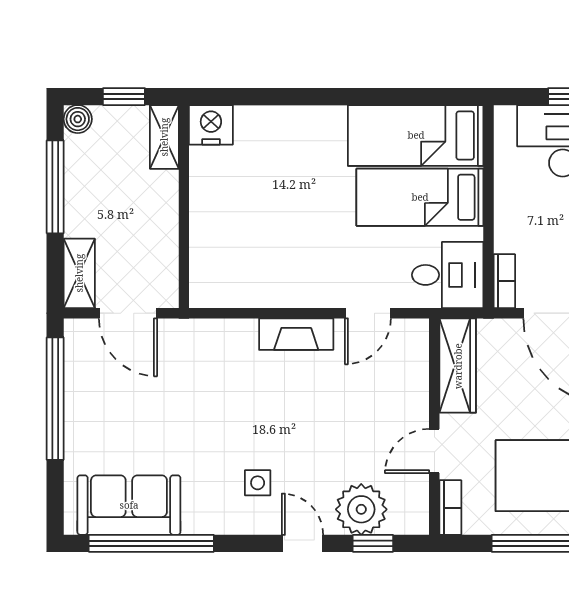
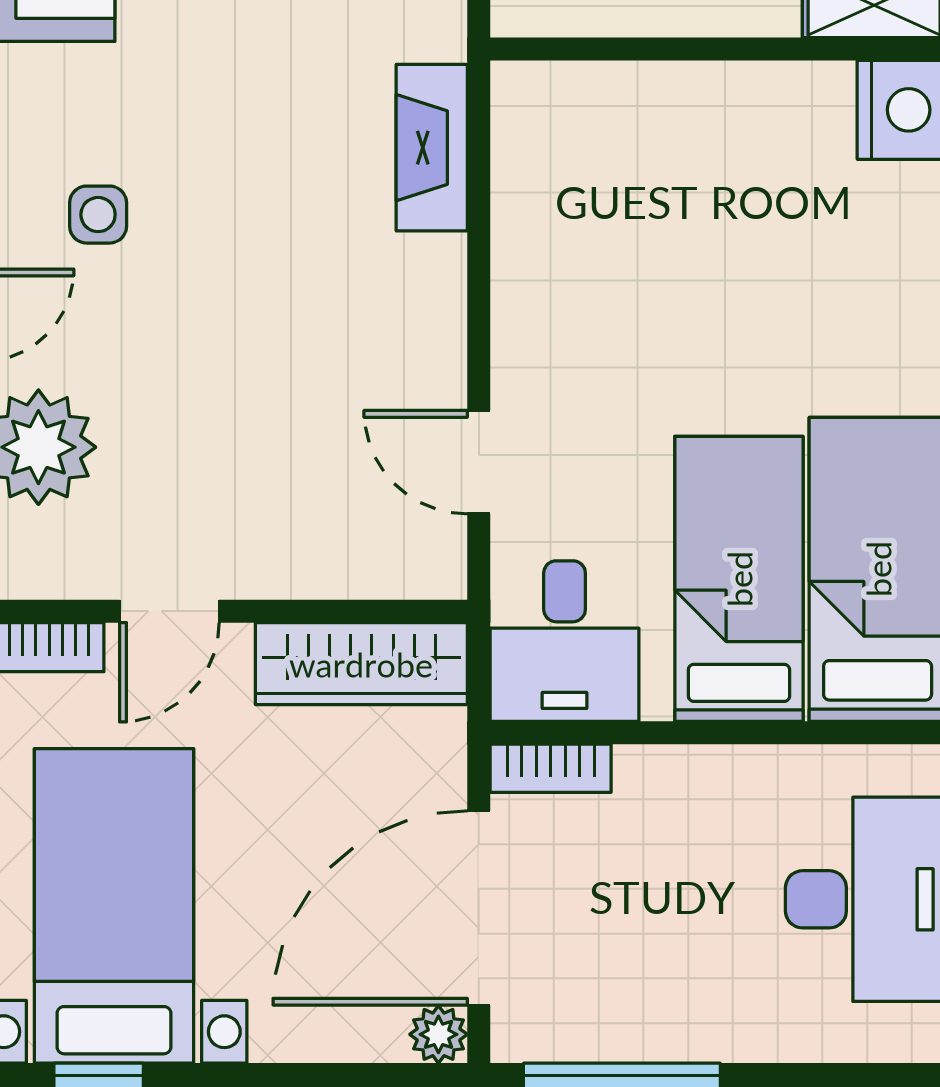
fireplace: (296, 334) -> (432, 148), moved
door: (434, 451) -> (169, 611), swing flipped

